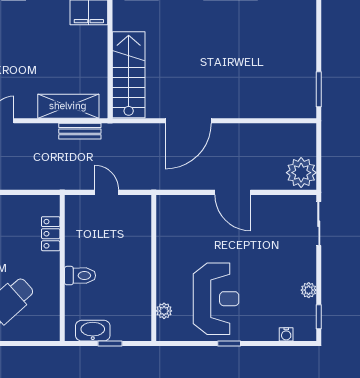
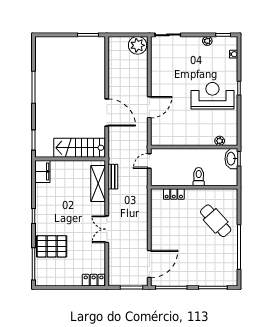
door: (233, 192) -> (149, 107), moved
wall: (154, 268) -> (194, 147), moved
plant: (164, 311) -> (220, 141), moved
washbasin: (93, 331) -> (231, 159), moved

